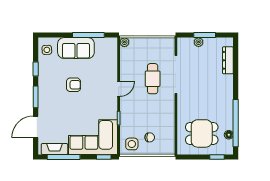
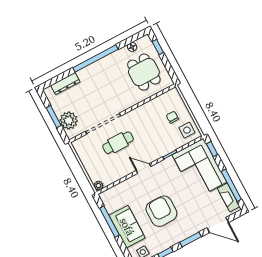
plant: (199, 42) -> (69, 120), width x1.87, depth x1.87
armchair: (73, 85) -> (161, 211), width x1.88, depth x1.88
window: (236, 123) -> (95, 59), moved

